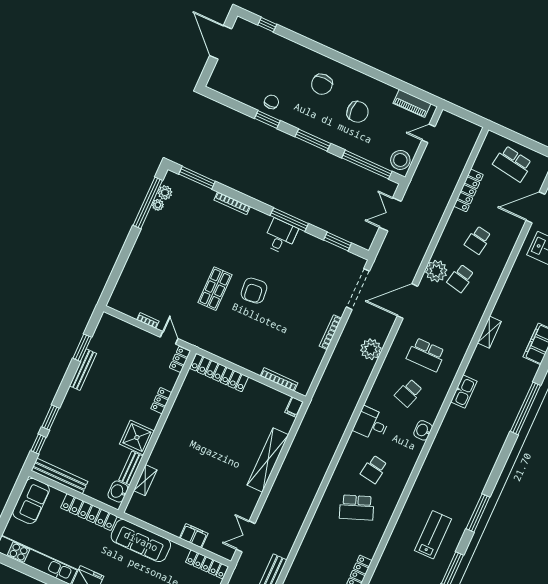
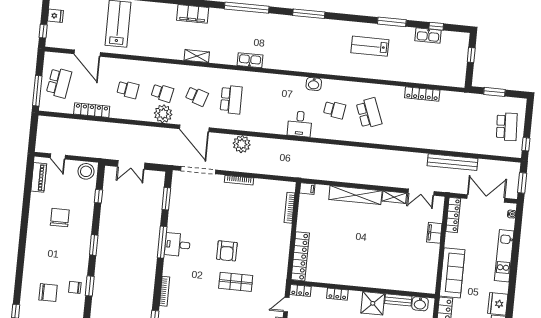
chair: (322, 84) -> (48, 293), moved
window: (512, 136) -> (37, 91), added
window: (313, 140) -> (94, 245), width x0.69
window: (367, 165) -> (98, 196), width x0.32
armchair: (254, 291) -> (227, 251), turned 96
school desk: (409, 393) -> (197, 96), moved
washbasin: (423, 430) -> (314, 84), moved
shelving: (145, 480) -> (394, 197), moved
window: (478, 513) -> (309, 14), moved

